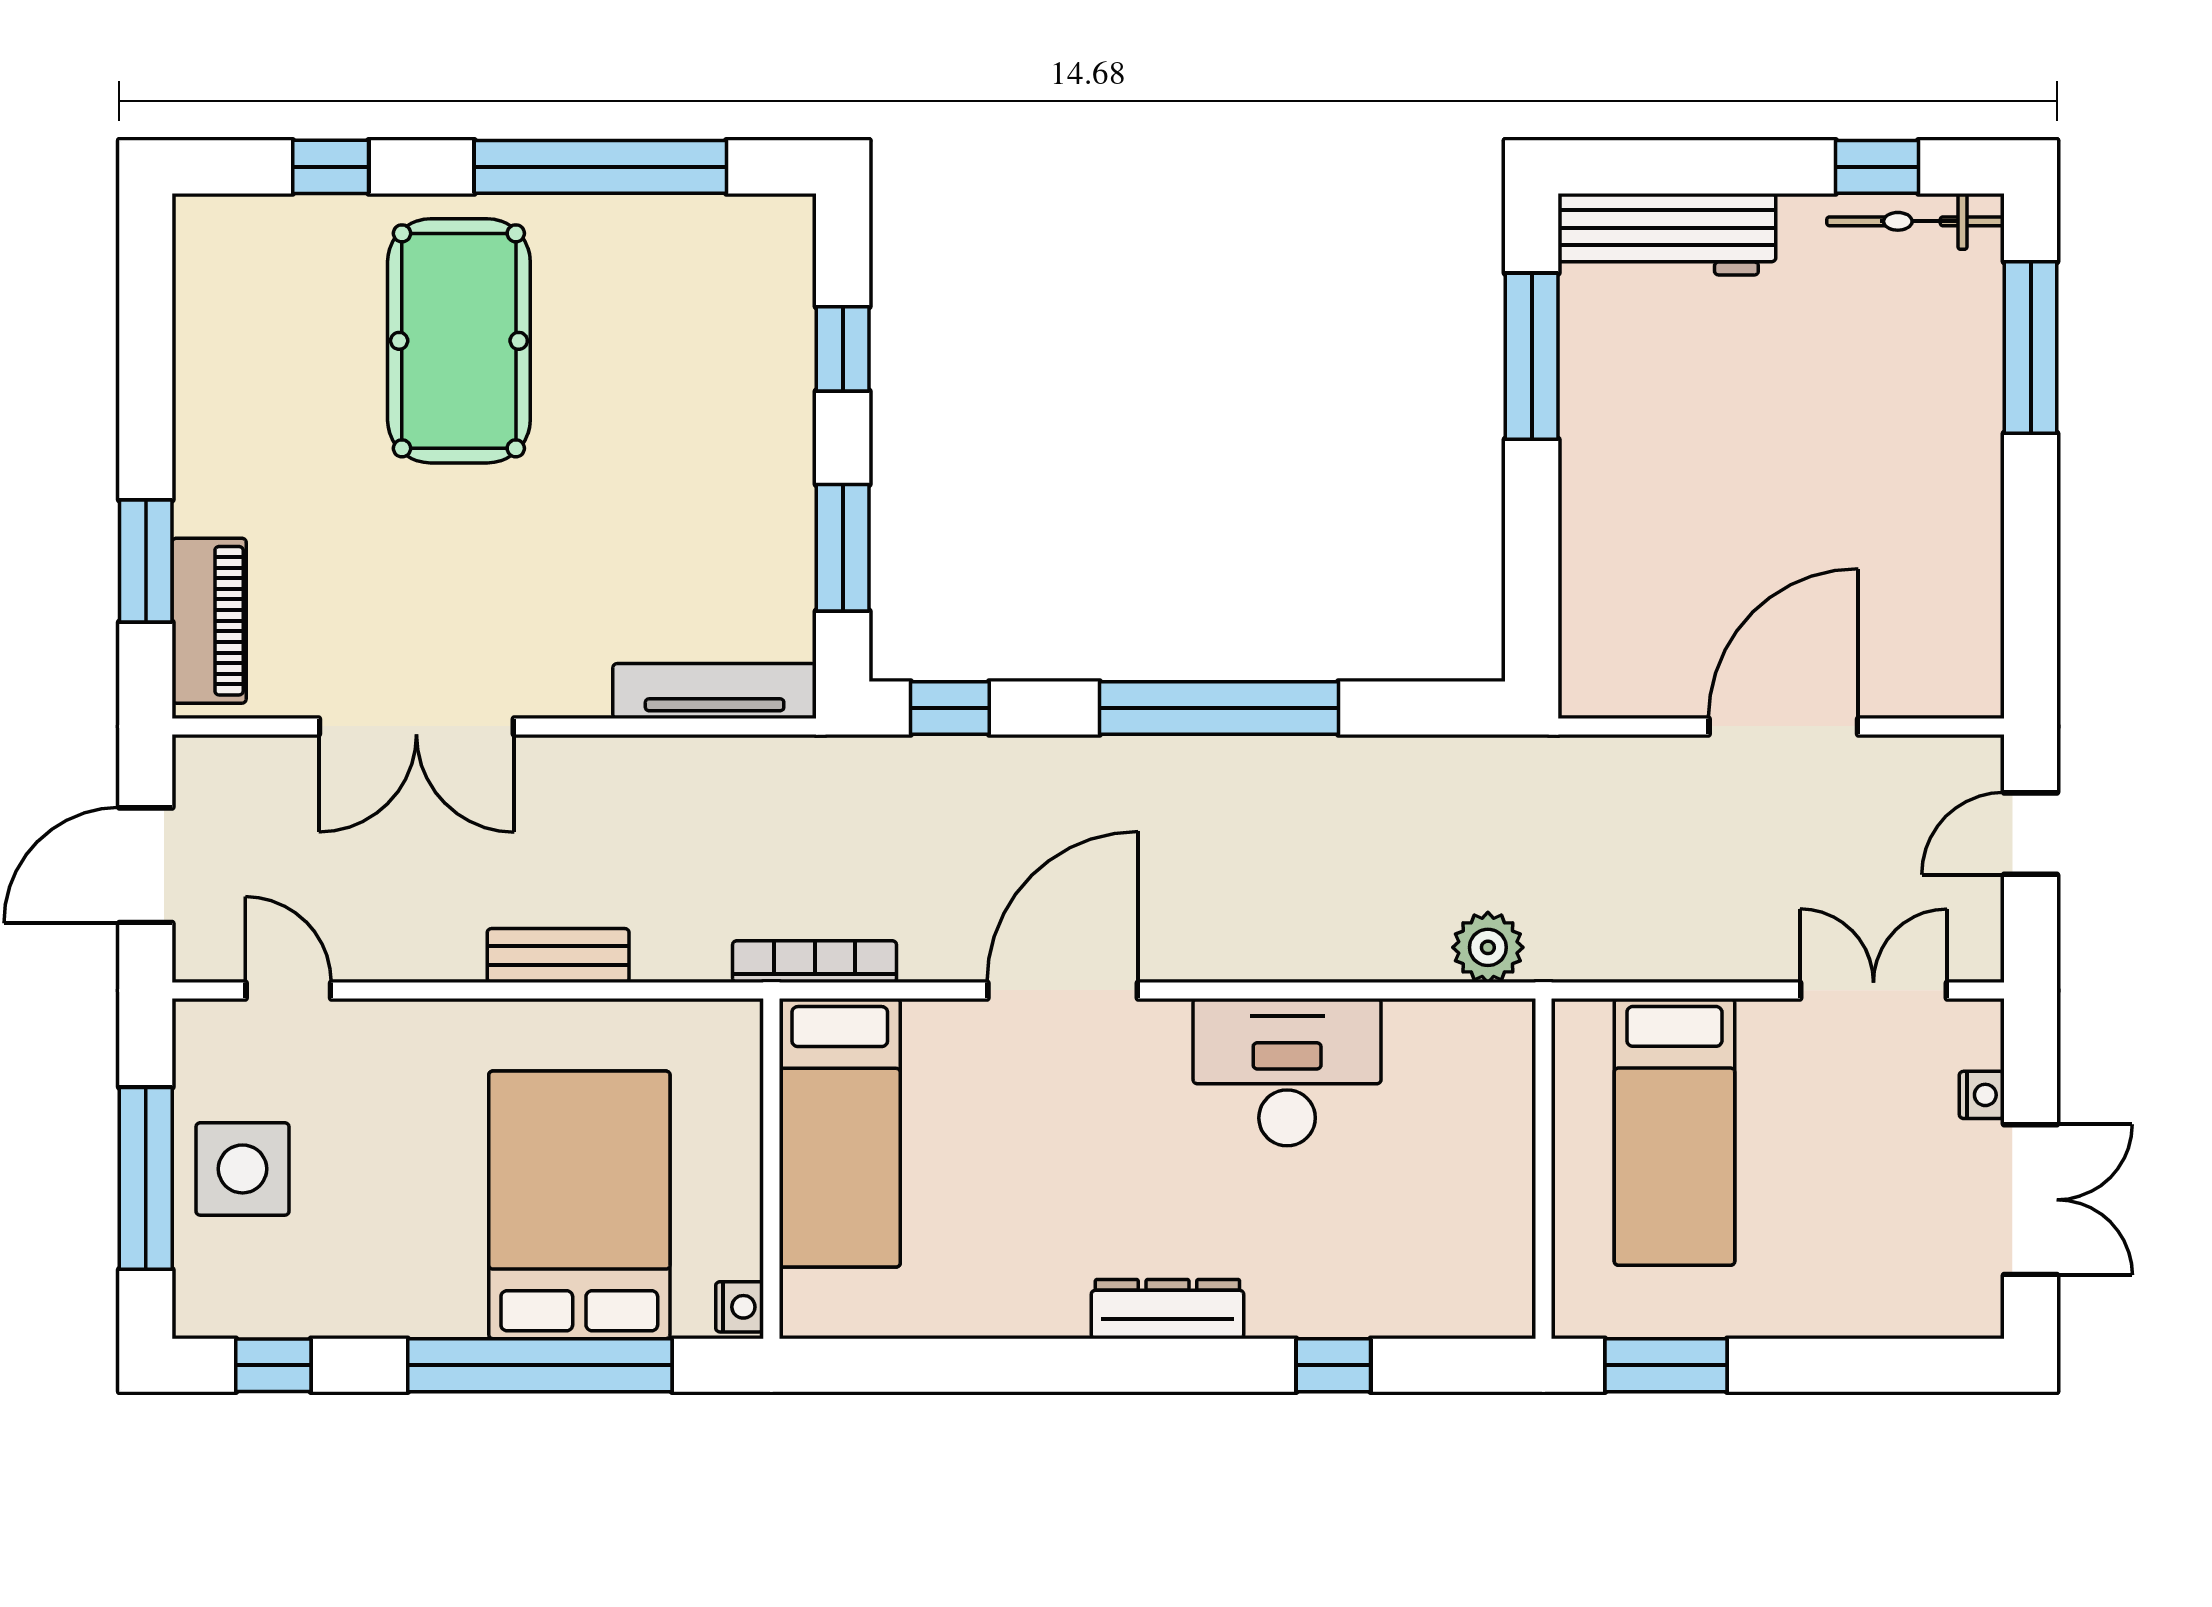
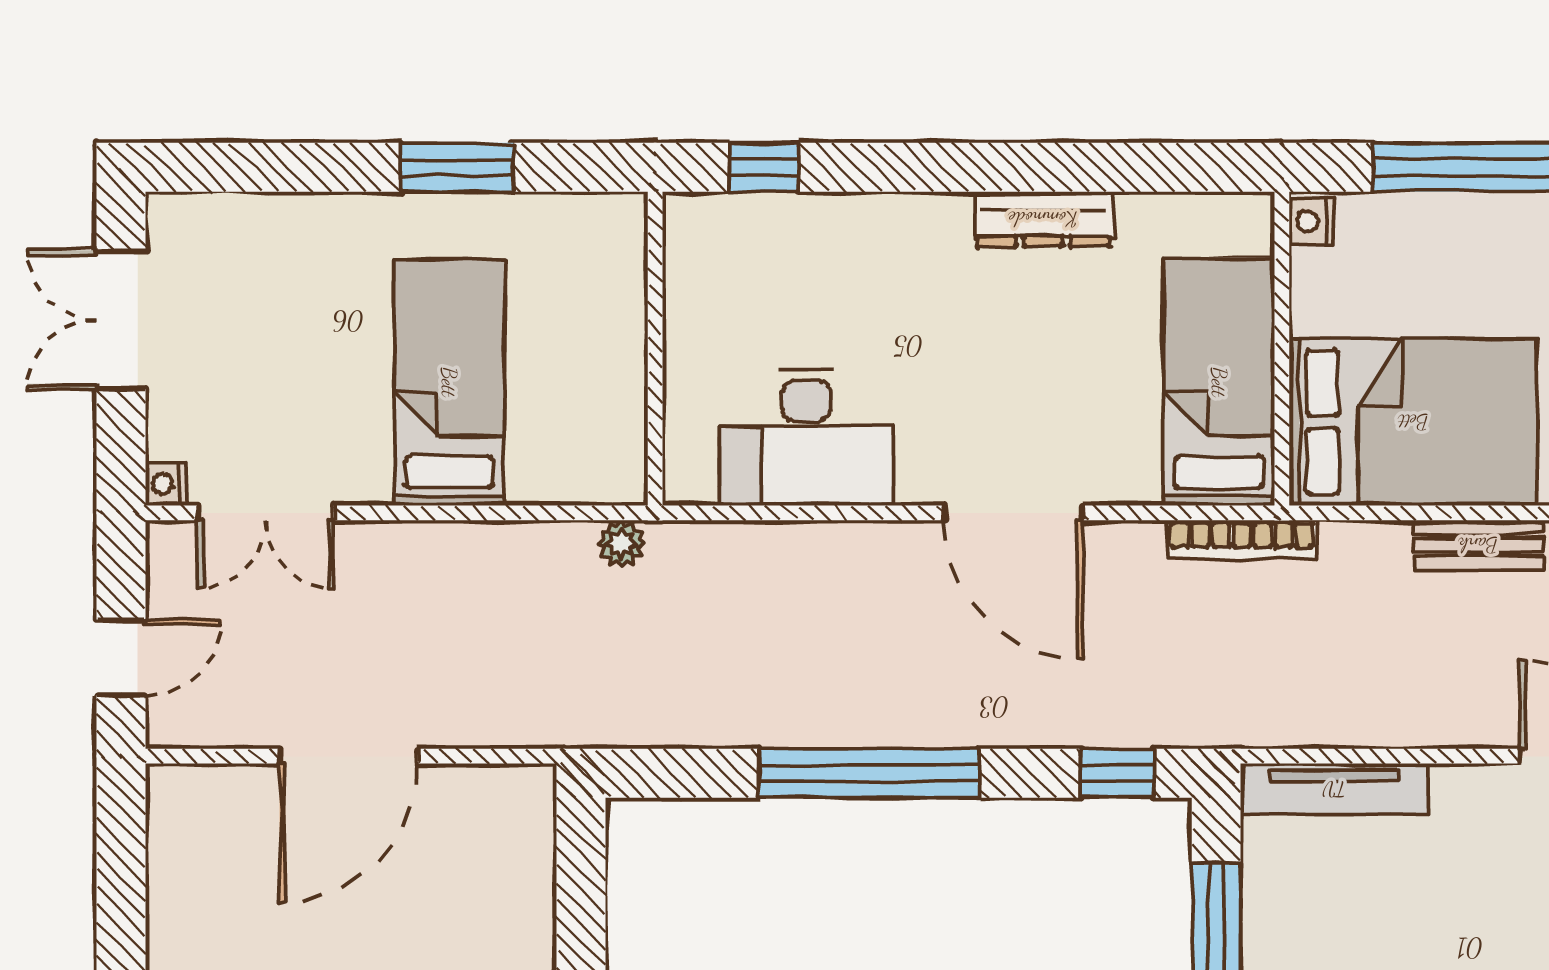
plant: (1488, 947) -> (621, 544), width x0.73, depth x0.73
door: (1063, 990) -> (1013, 513), hinge flipped
nightstand: (1982, 1095) -> (166, 484), moved
wall: (1543, 1169) -> (655, 349), moved
bed: (579, 1205) -> (1413, 422), moved, turned -90
dresser: (1167, 1309) -> (1043, 219), moved

